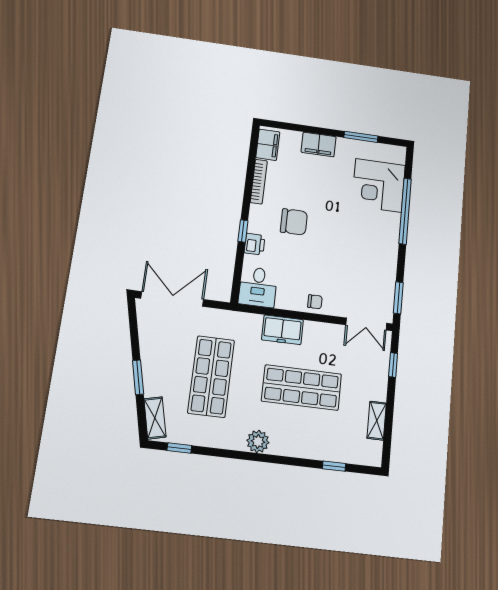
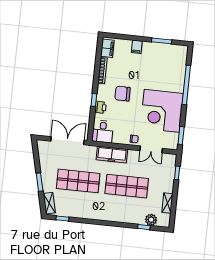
filing cabinet: (319, 144) -> (137, 47), width x0.50
corner desk: (379, 185) -> (162, 111), moved, width x1.36, depth x1.36
chair: (294, 222) -> (122, 94), turned 180
double door: (172, 299) -> (67, 141), moved
double door: (366, 324) -> (151, 149), moved
freezer: (282, 330) -> (112, 154), width x1.40
shop shelf: (211, 376) -> (78, 181), turned 90
plant: (258, 442) -> (151, 220), moved

